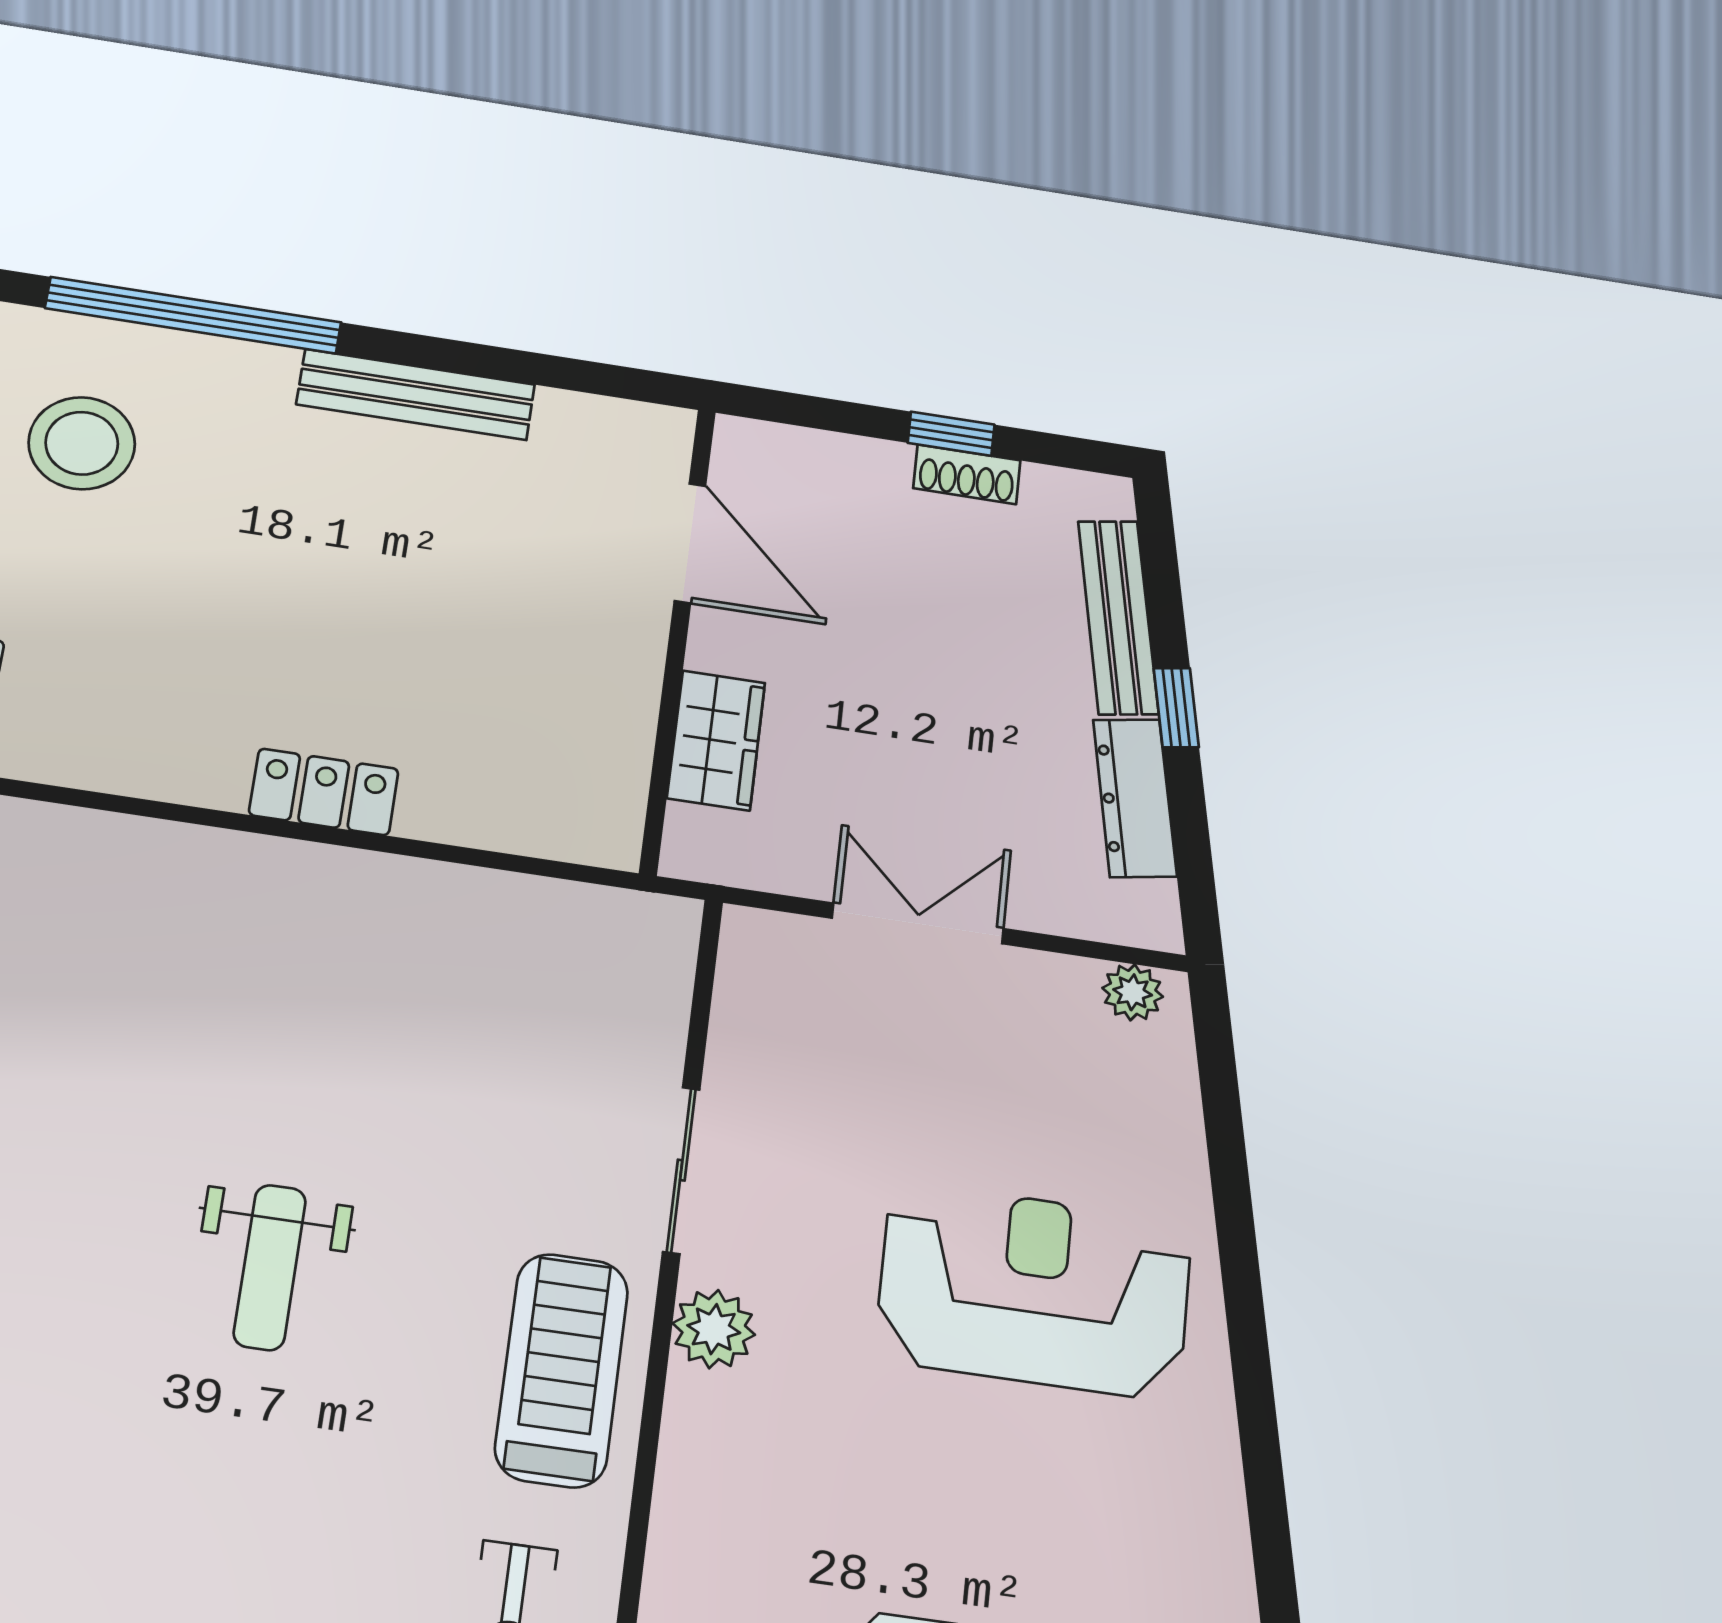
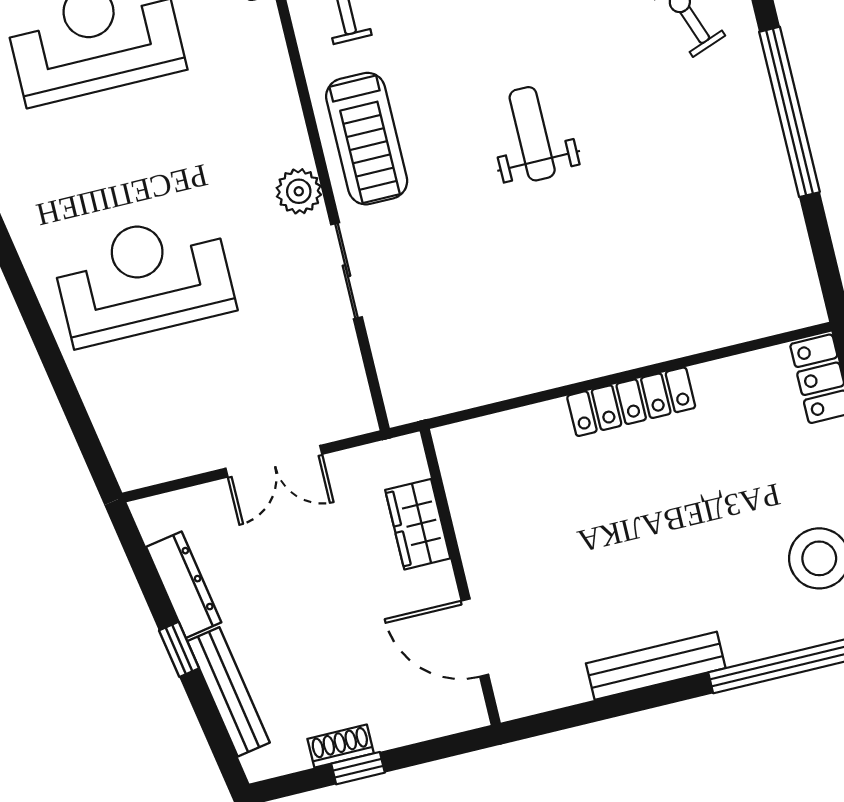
locker: (324, 792) -> (631, 402), width x1.53
plant: (1133, 992) -> (148, 469), removed
reception desk: (1034, 1290) -> (144, 279), turned 180

